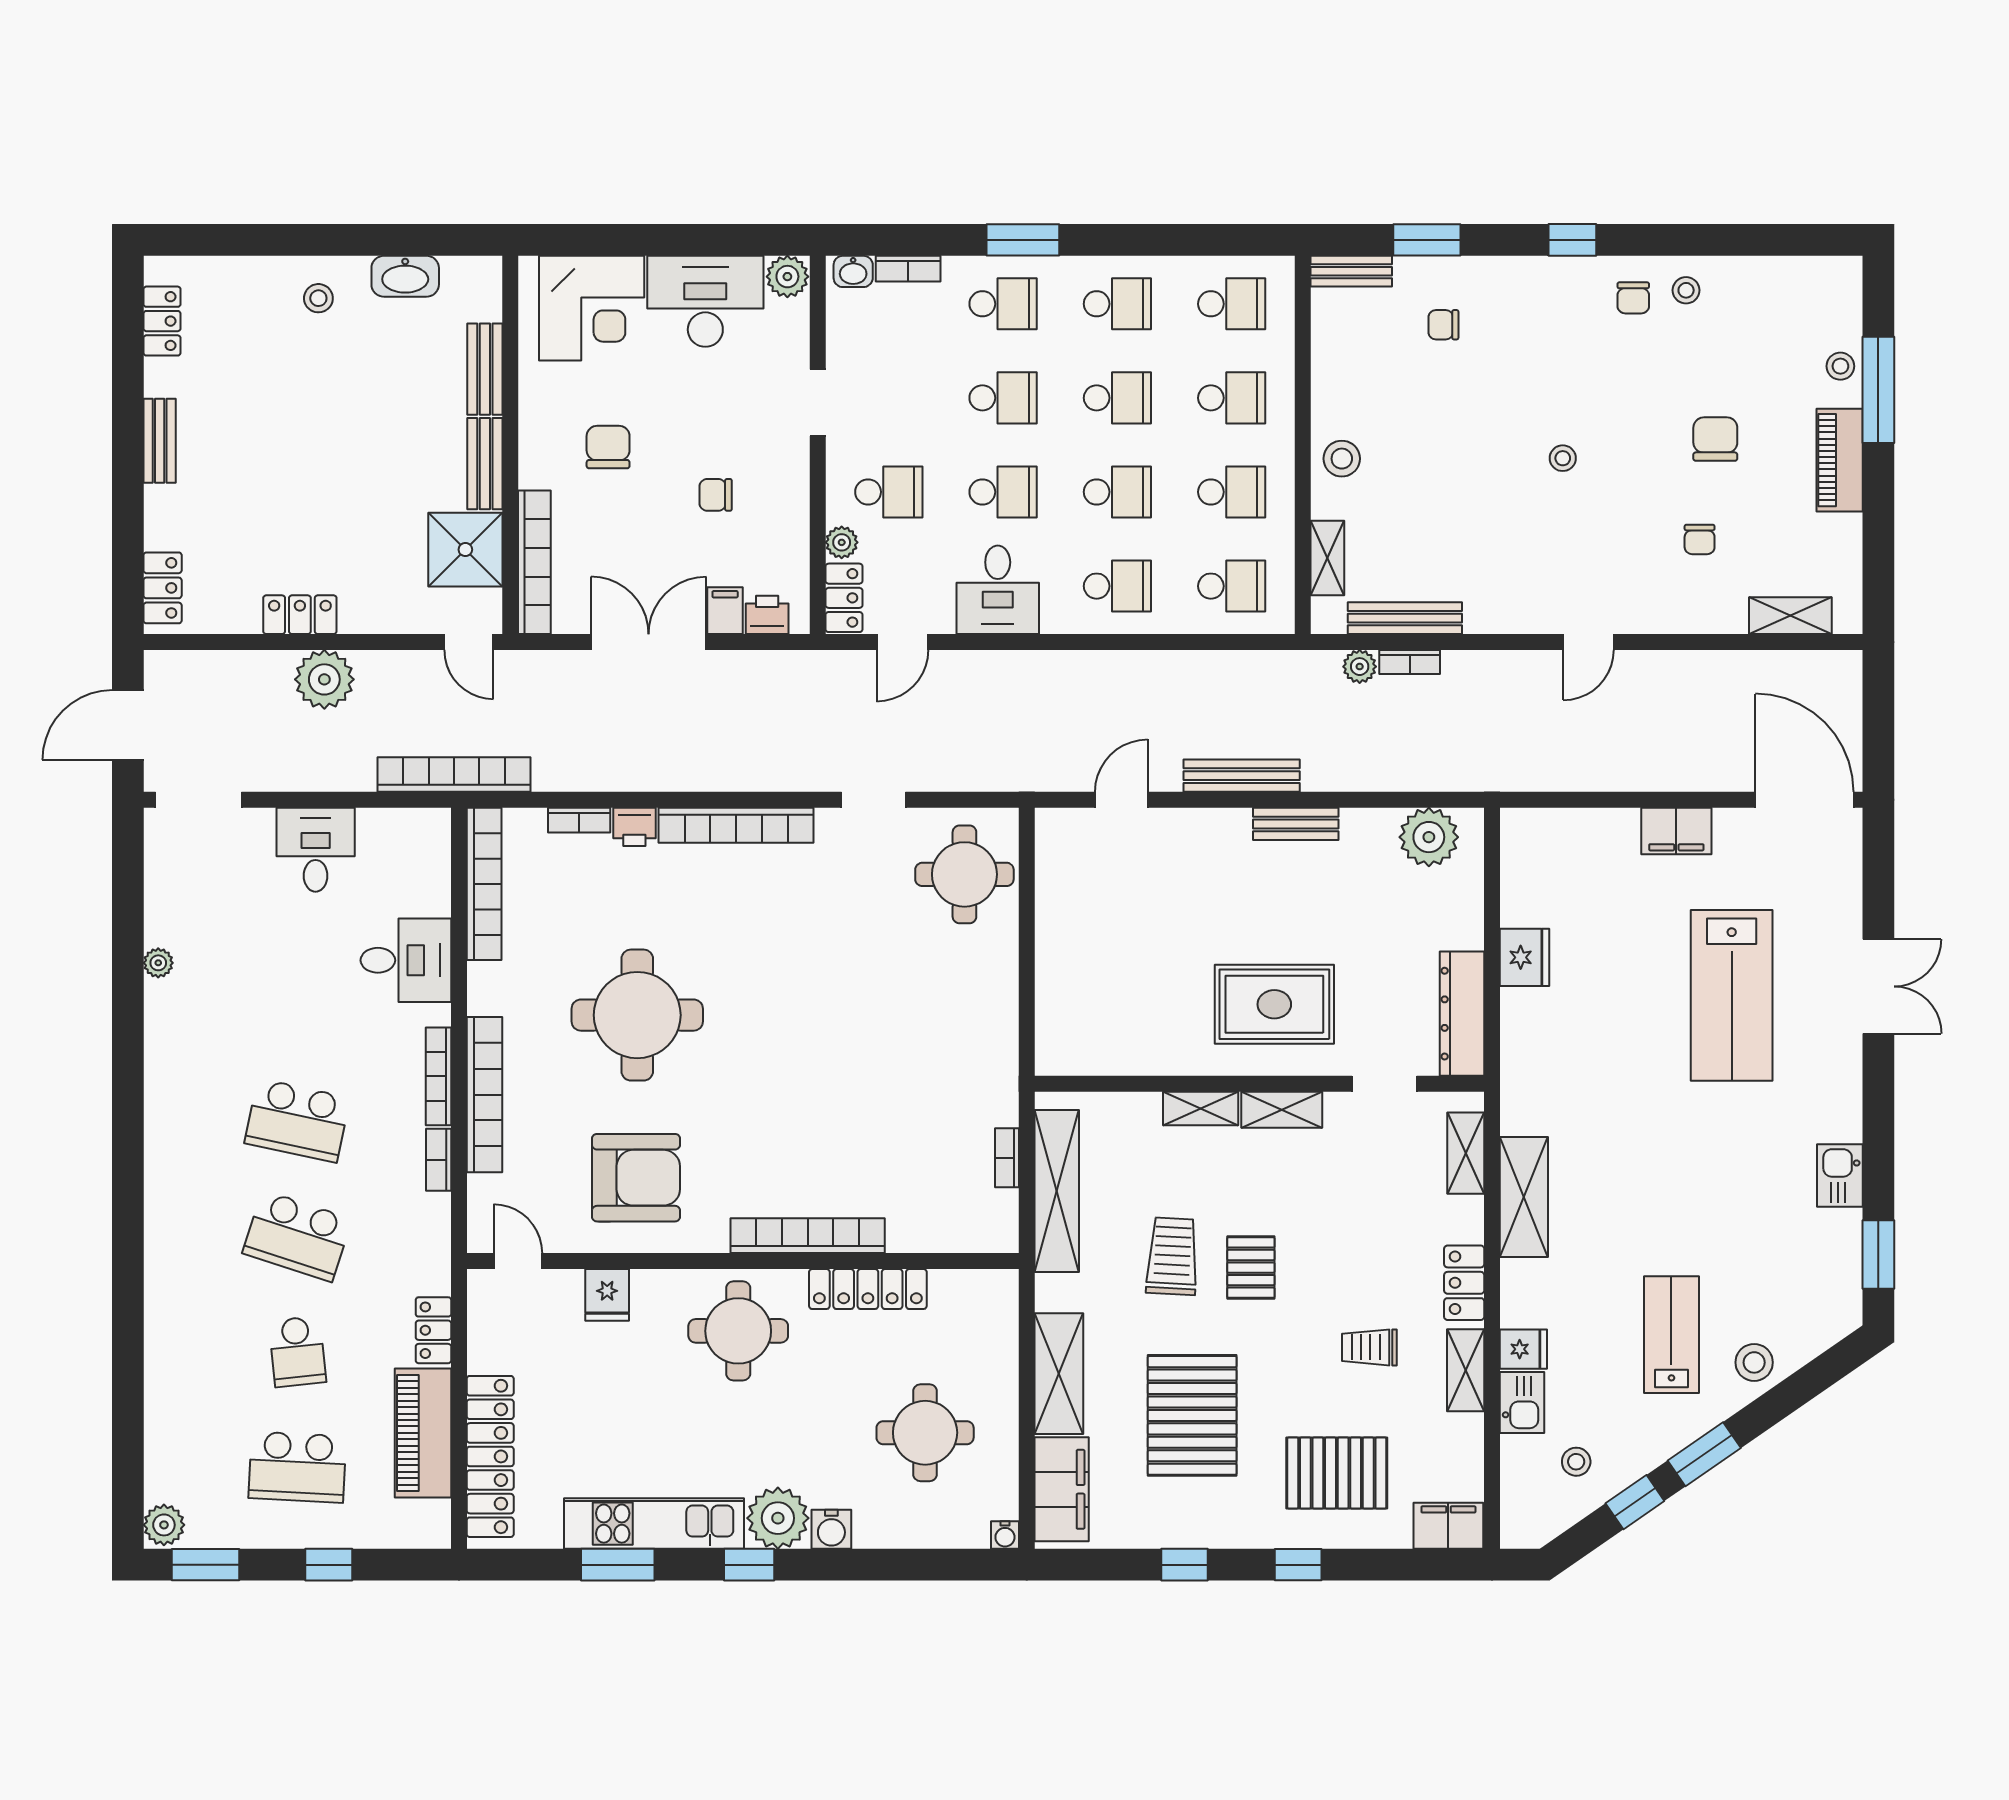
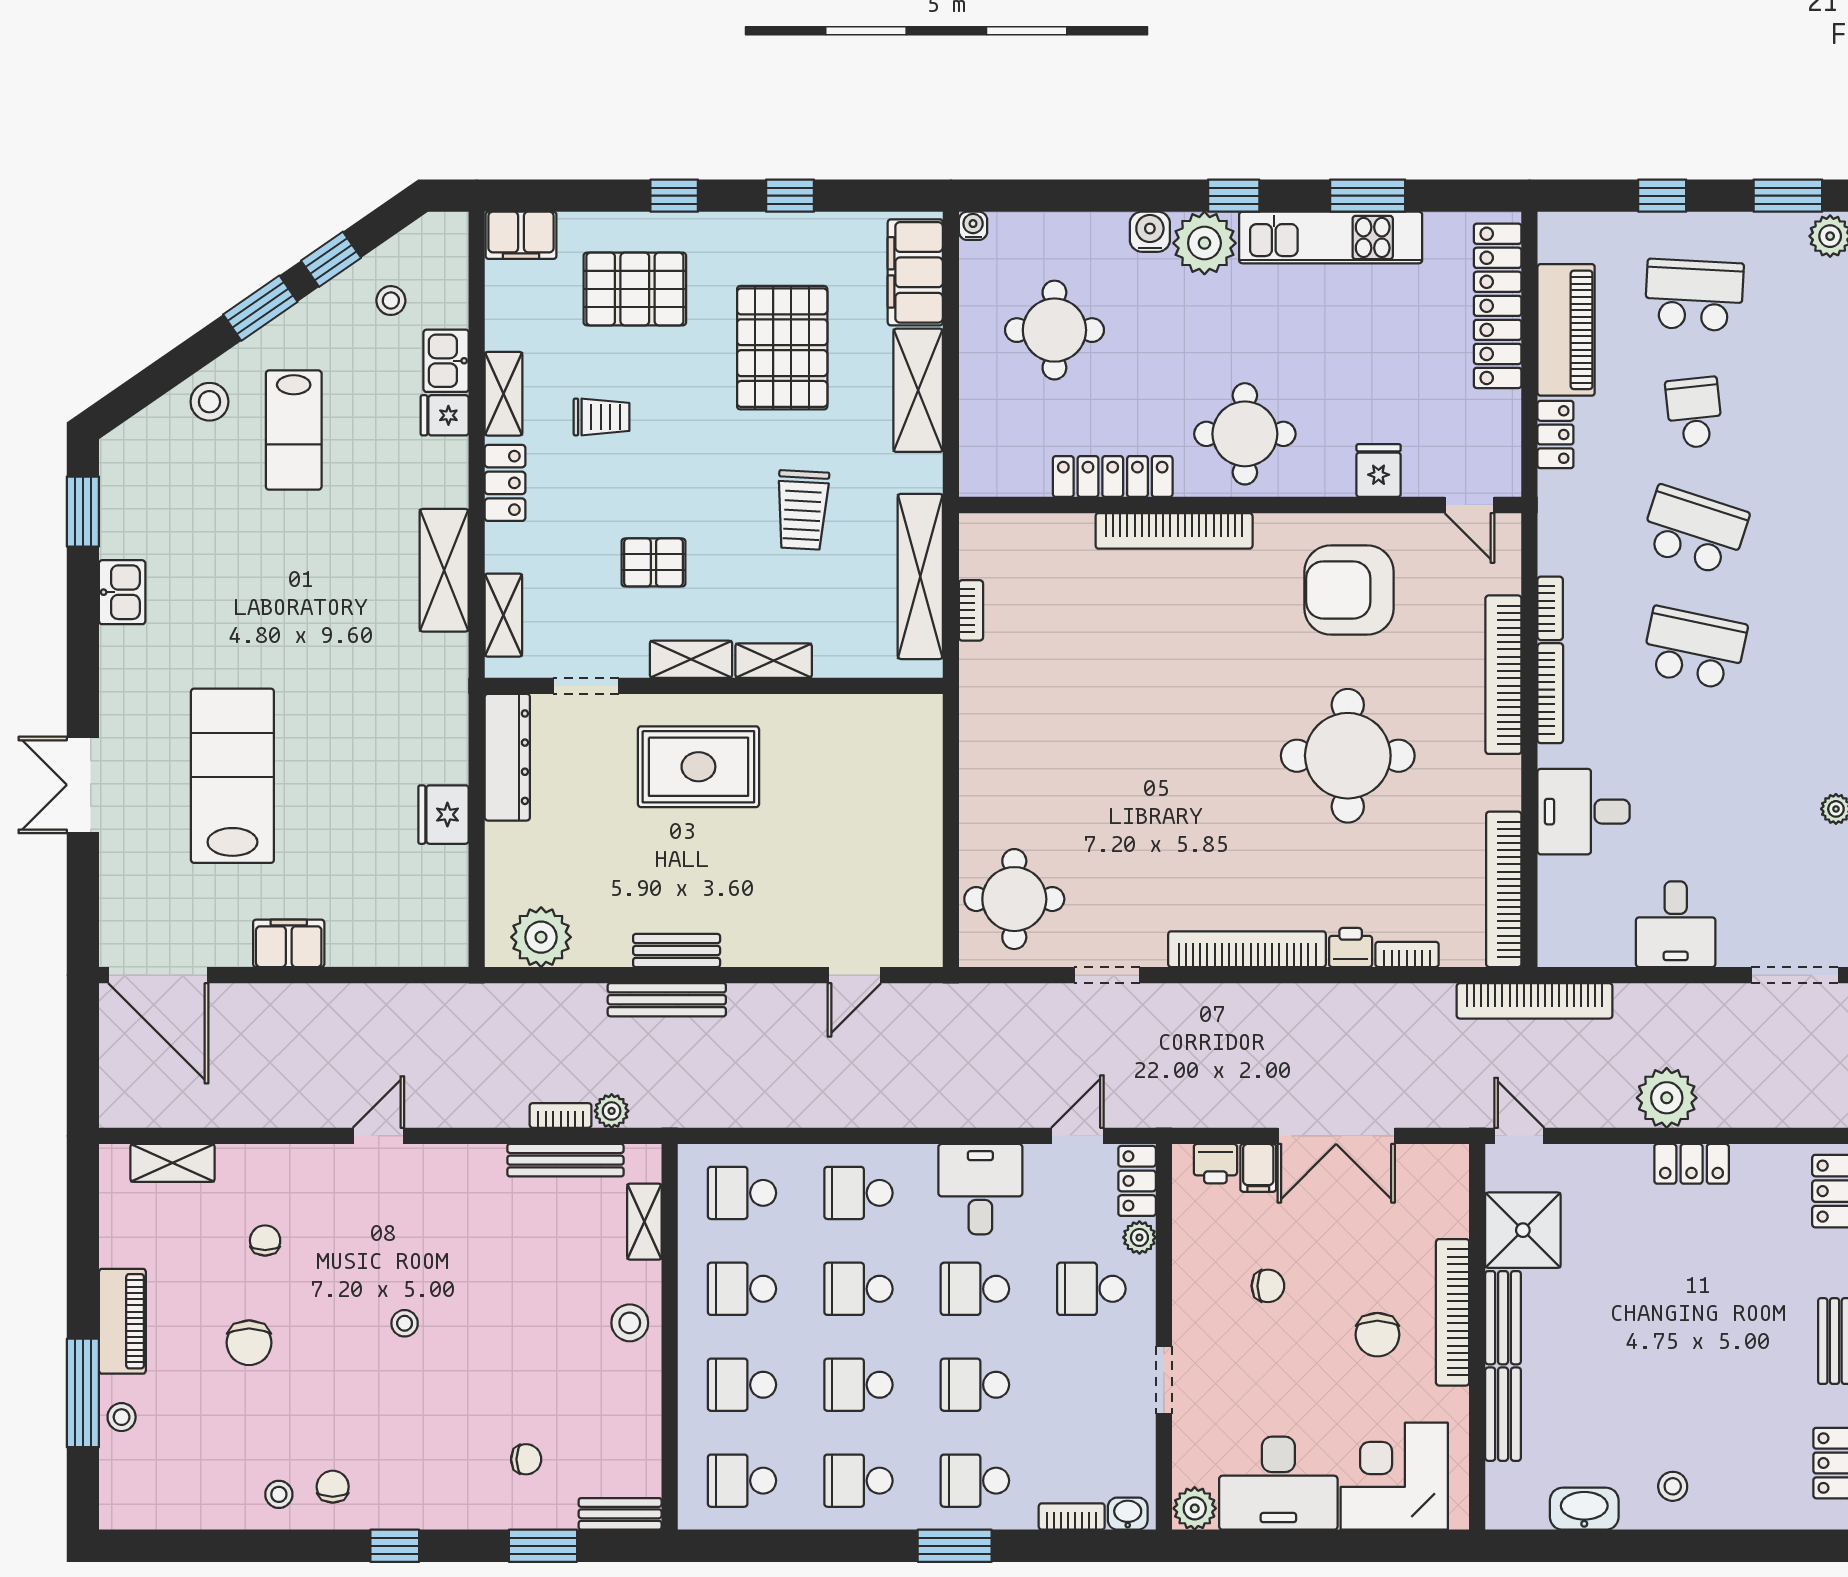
bookcase: (534, 562) -> (1453, 1312), moved
bench: (1242, 776) -> (667, 1000), moved
pallet: (1251, 1268) -> (653, 562), moved, turned 90

